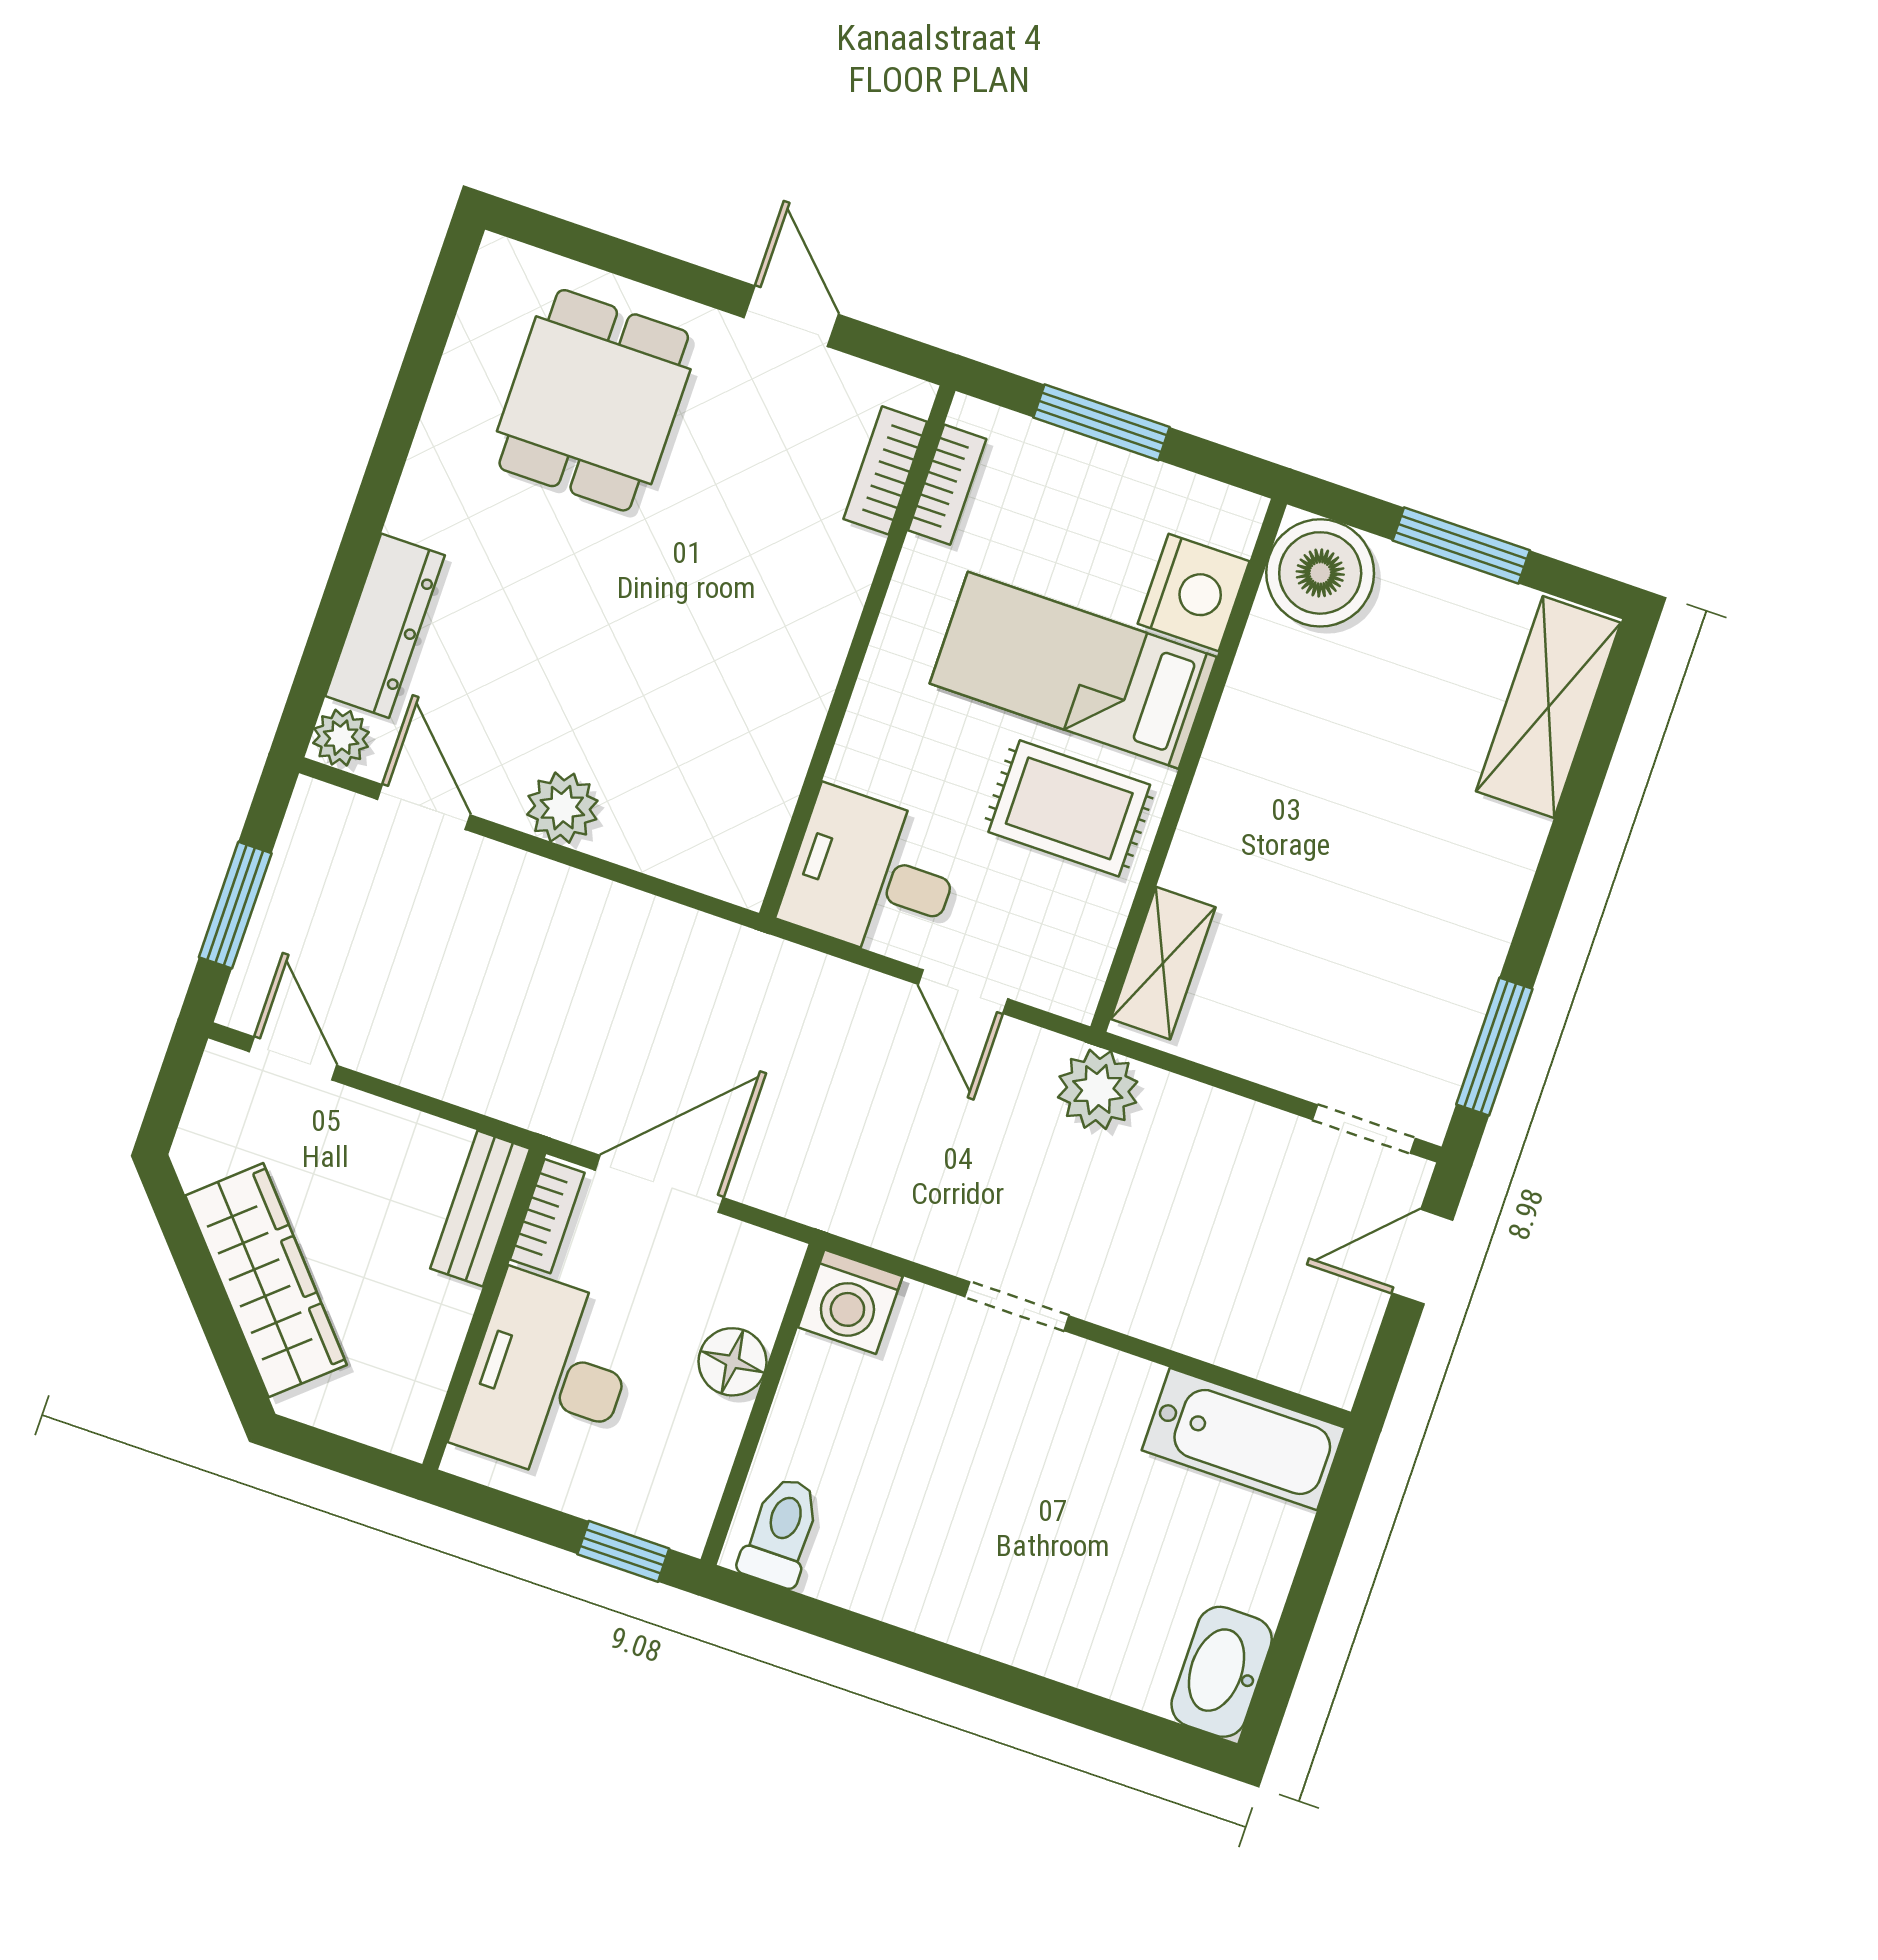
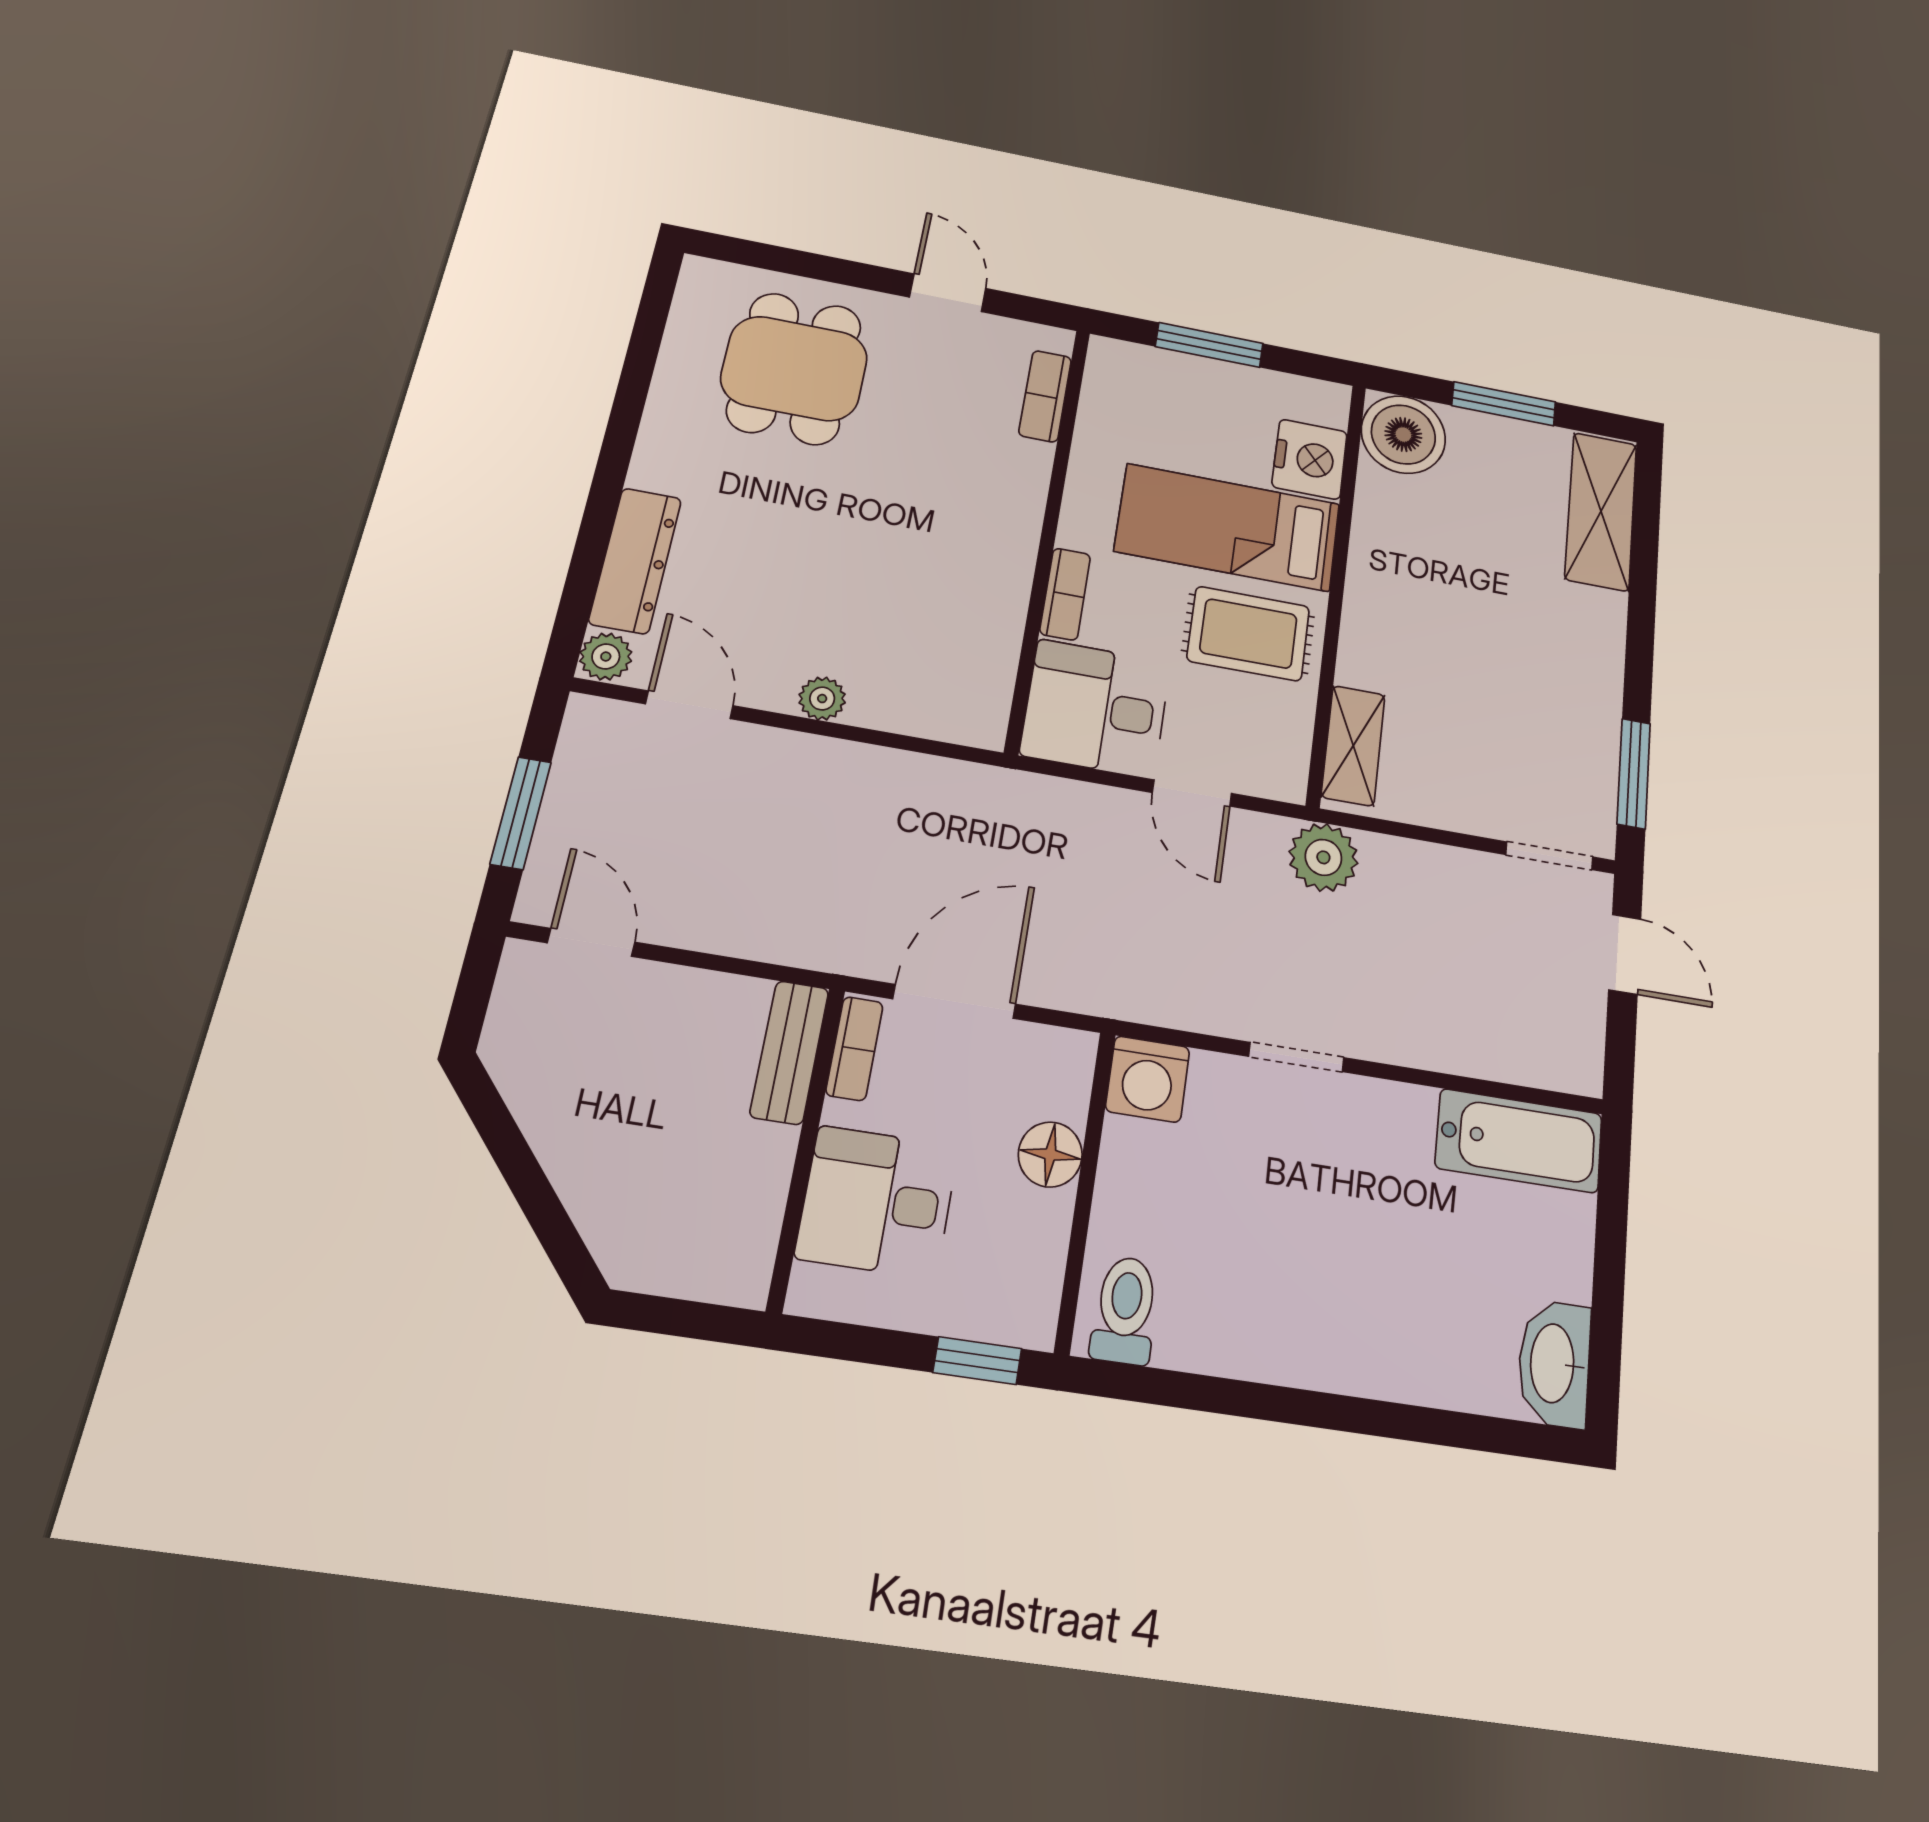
bookcase: (947, 485) -> (1065, 594), moved
plant: (562, 808) -> (822, 699), width x0.73, depth x0.73
door: (1422, 1257) -> (1625, 954), swing flipped
wardrobe: (266, 1280) -> (586, 1157), removed
desk: (547, 1377) -> (877, 1202), width x0.73

